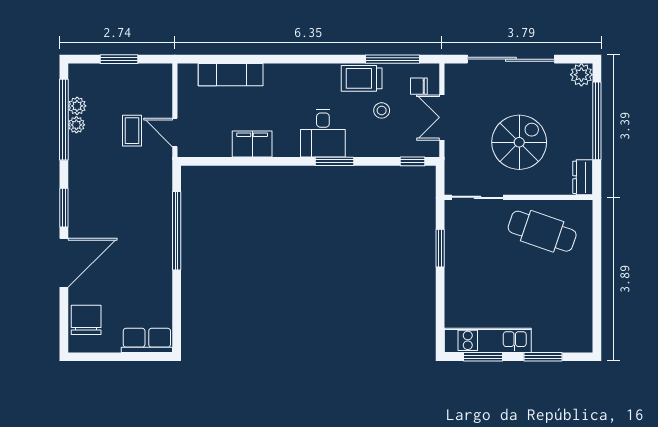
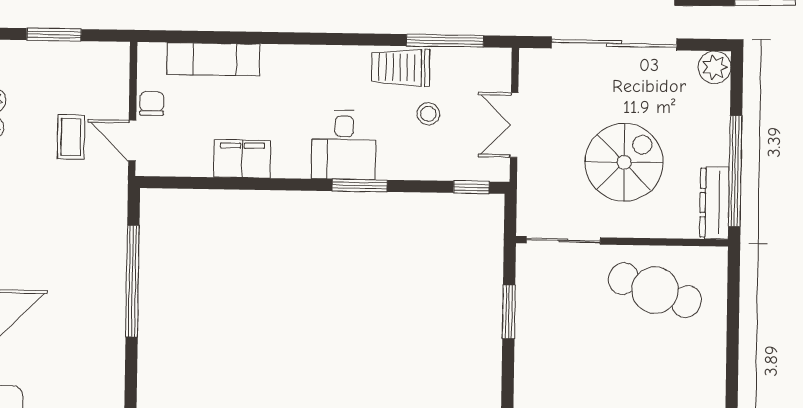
chair: (419, 86) -> (152, 104), moved, turned 90
window: (597, 121) -> (735, 171), moved
dresser: (583, 177) -> (714, 203), width x1.44

